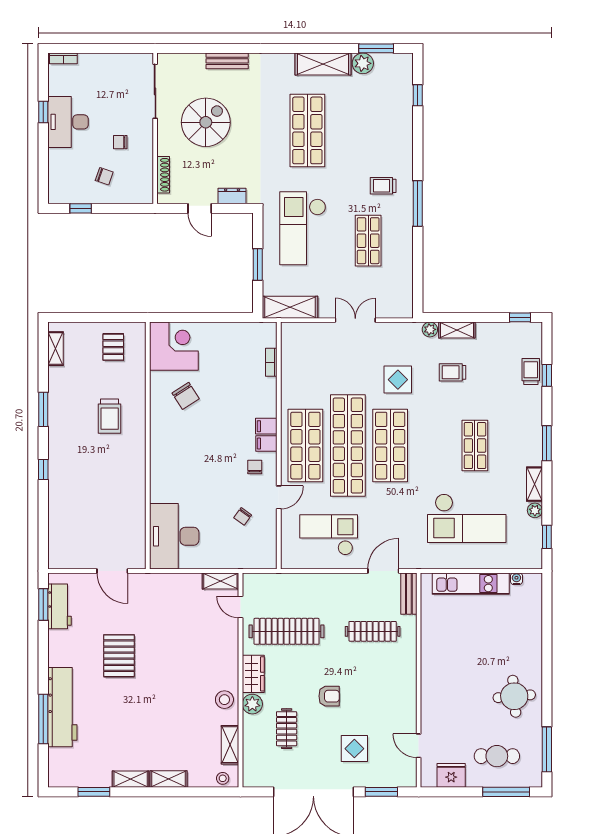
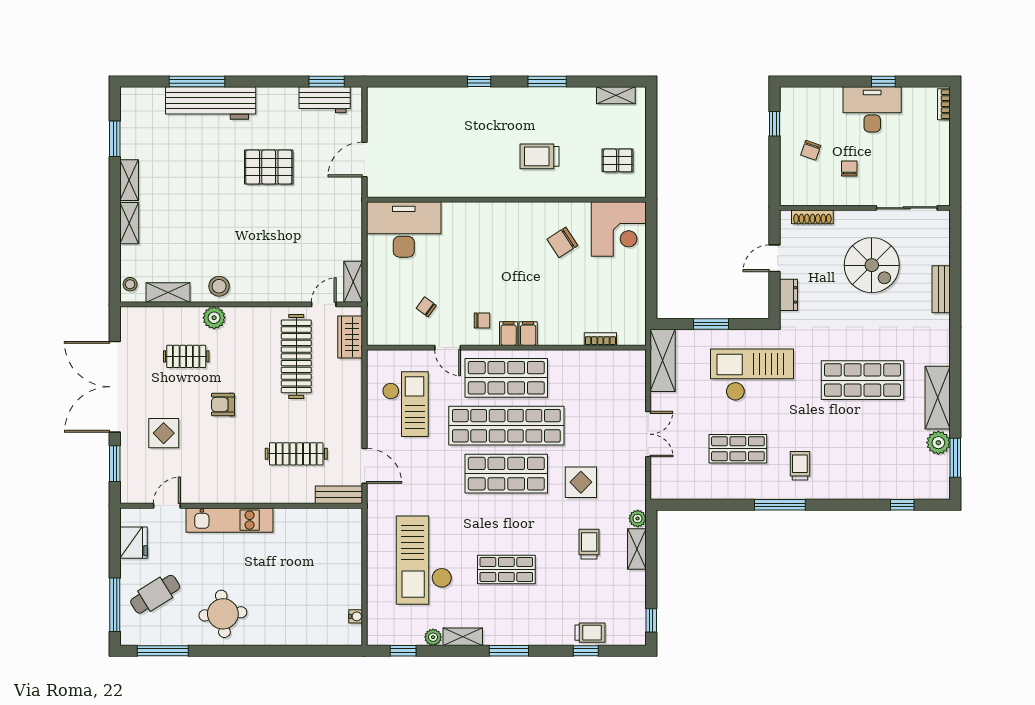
kitchen unit: (471, 584) -> (230, 520), moved, turned -90
clothes rail: (373, 631) -> (296, 454), turned 90
wardrobe: (253, 674) -> (350, 337), moved, turned 90
armchair: (329, 696) -> (223, 405), turned 90
cafe table: (497, 756) -> (155, 594), turned 58

